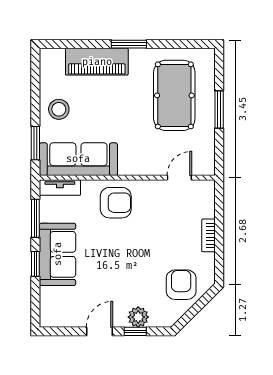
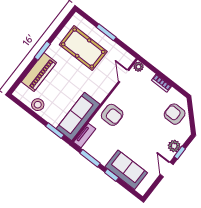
stool: (59, 109) -> (38, 105), moved
plant: (207, 188) -> (139, 67), added
armchair: (116, 203) -> (112, 115), turned 90
sofa: (58, 254) -> (126, 170), moved

